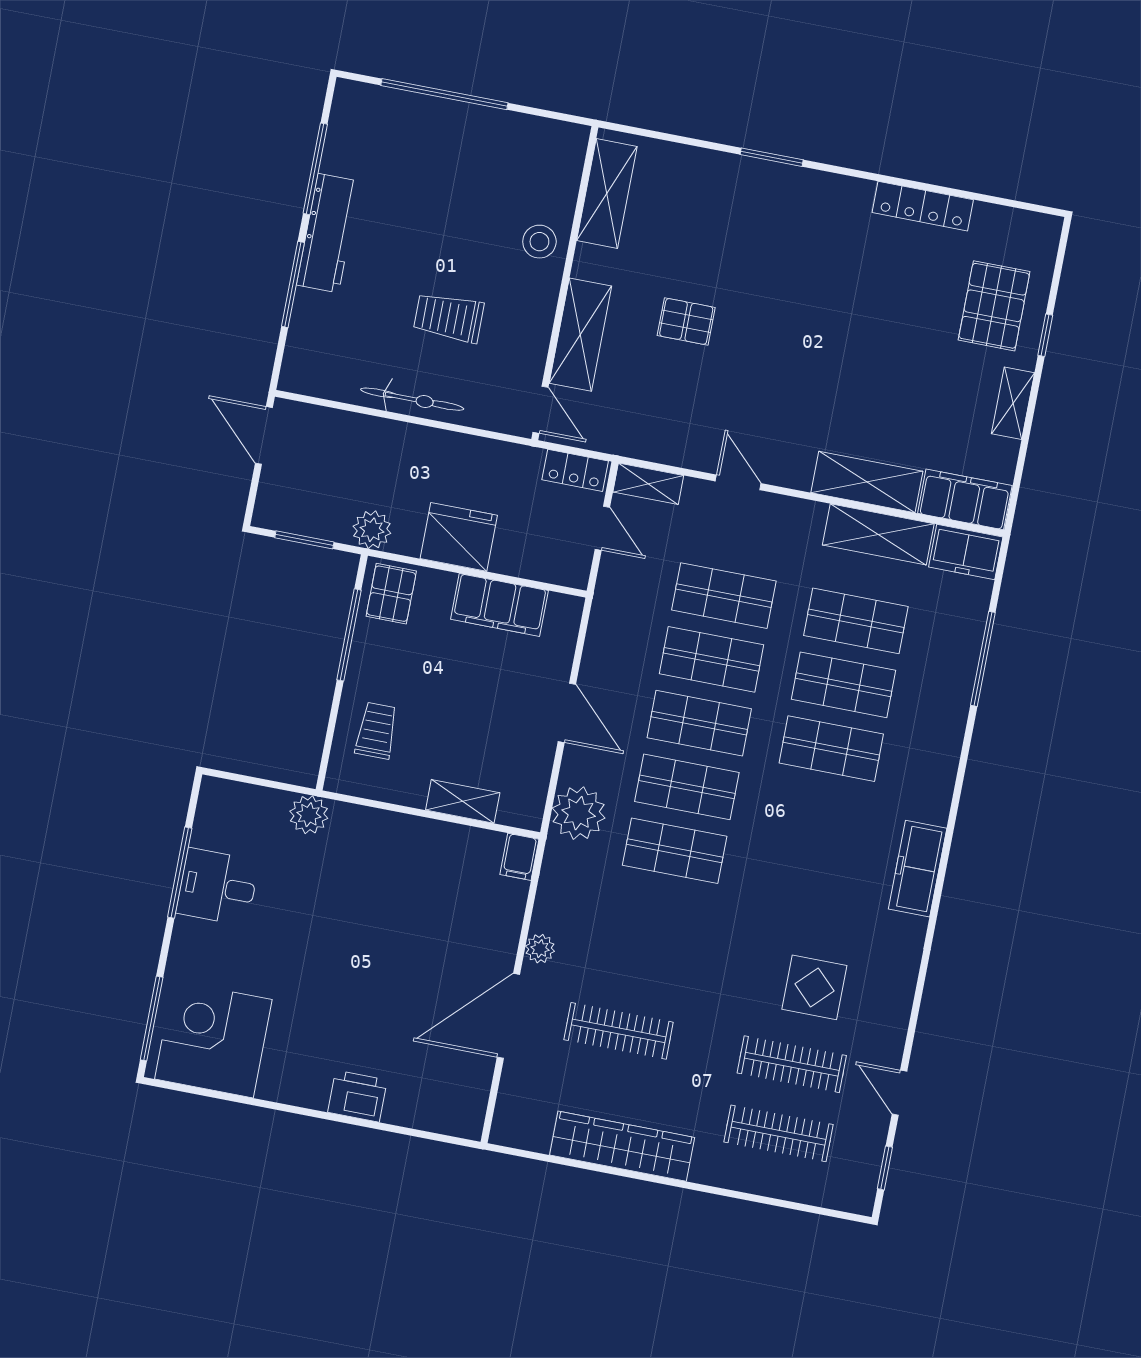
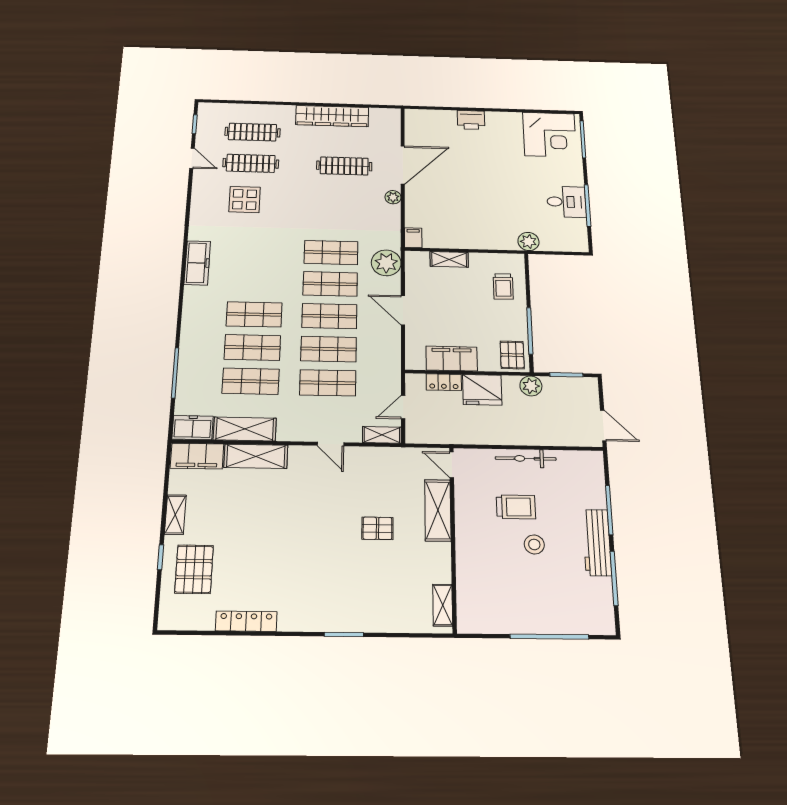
shelving: (607, 194) -> (443, 605), width x0.67, depth x0.75
stool: (539, 242) -> (534, 544), moved
locker: (575, 470) -> (444, 382), moved, turned 180
door: (602, 528) -> (403, 407), hinge flipped

